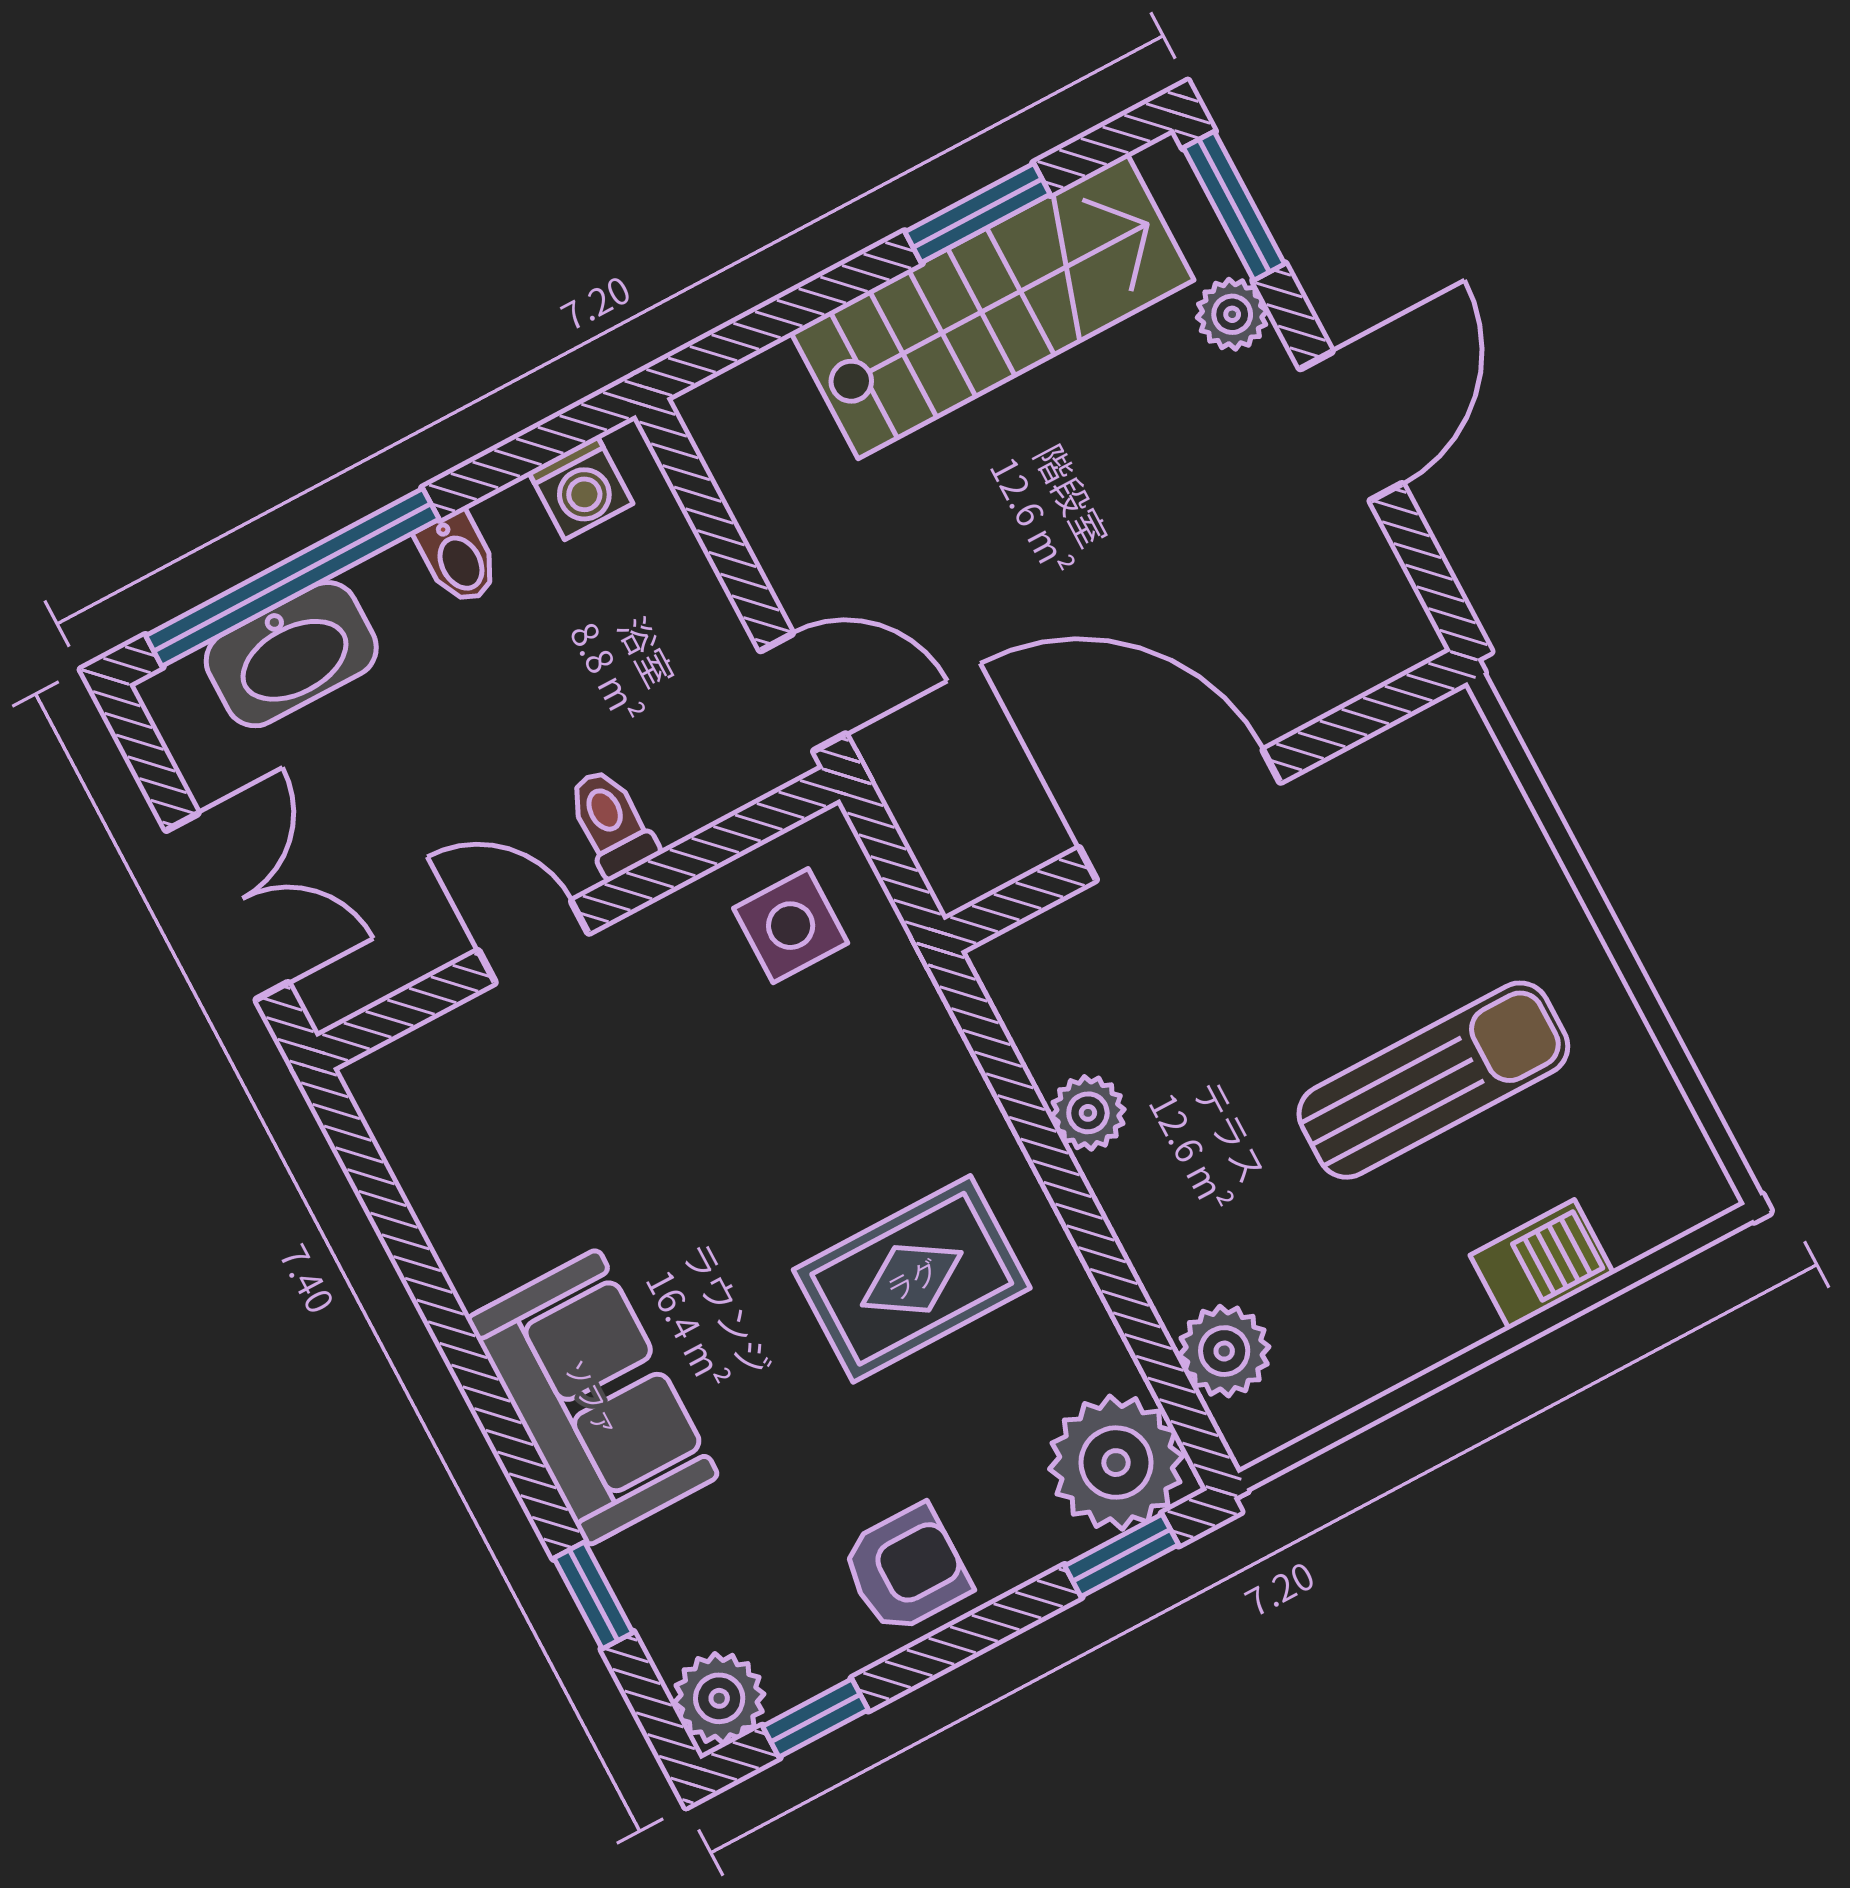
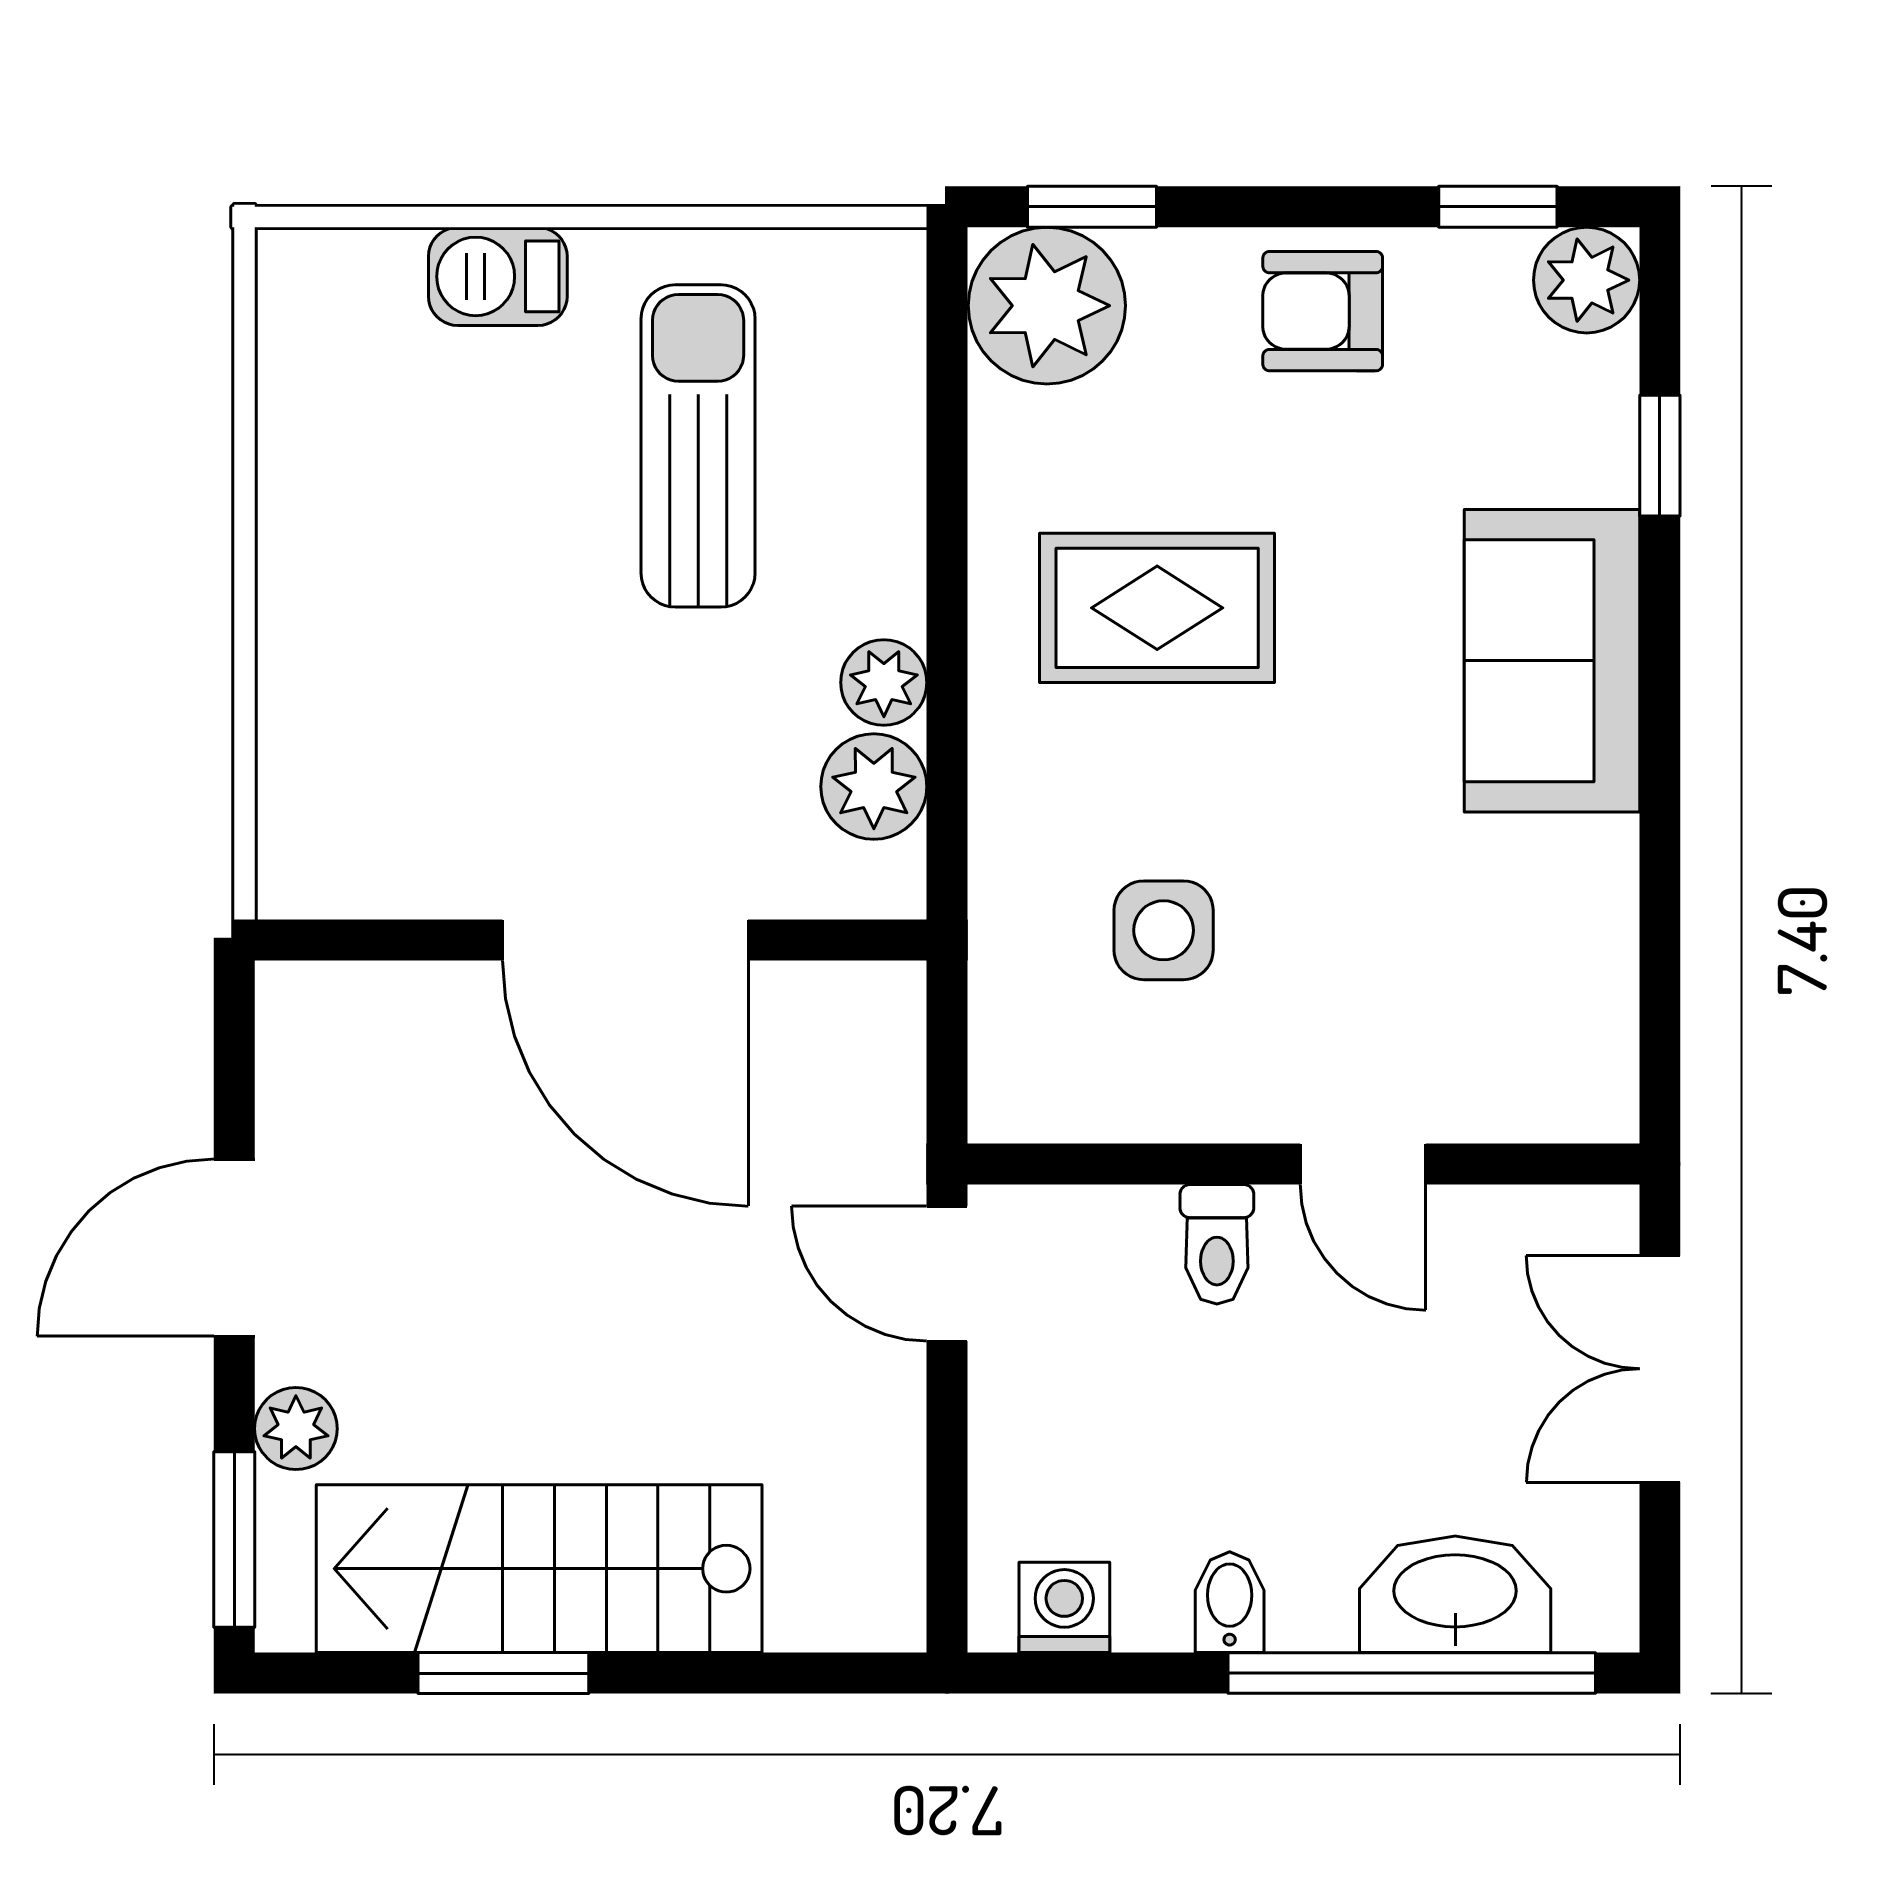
side table: (791, 926) -> (1164, 930), moved
sun lounger: (1433, 1080) -> (698, 446), moved, turned 90
plant: (1224, 1351) -> (874, 787), moved

